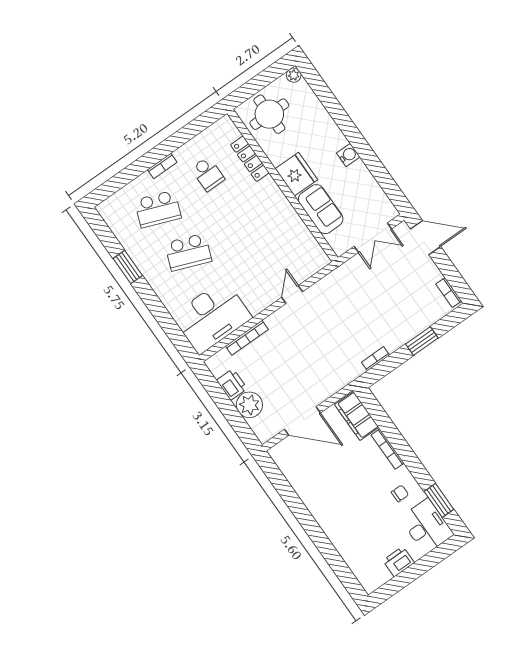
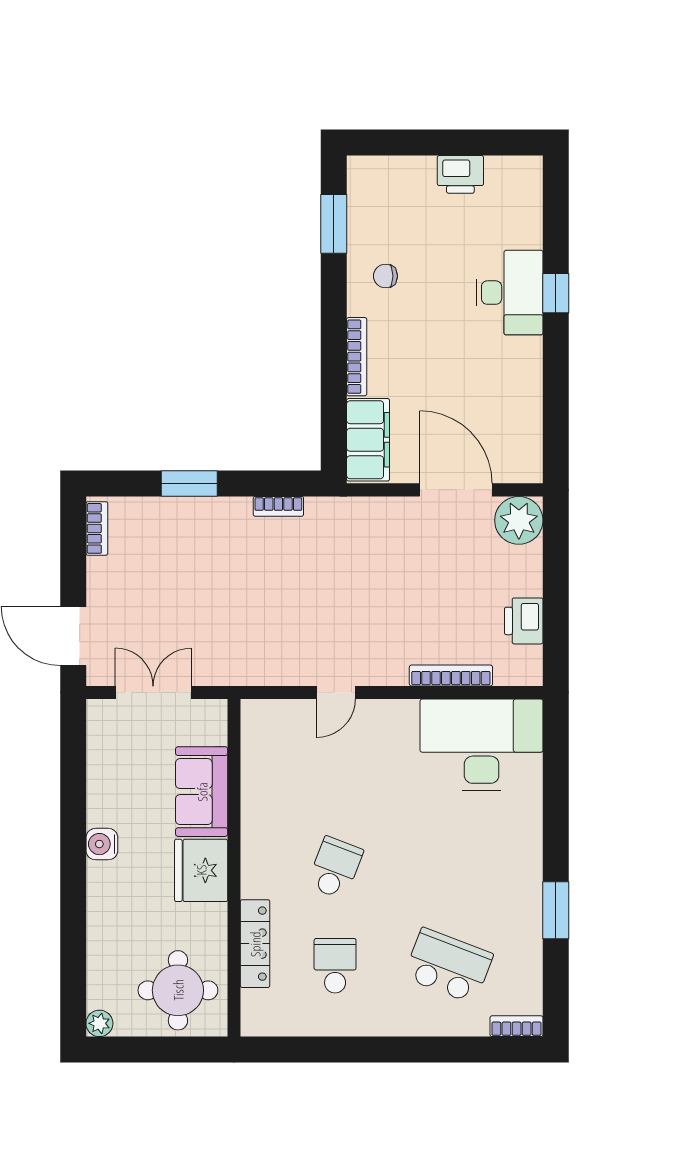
bookcase: (162, 166) -> (517, 1026), moved
school desk: (188, 252) -> (335, 868), moved, width x0.54
plant: (249, 405) -> (519, 520), moved
desk: (427, 526) -> (510, 293), moved, turned 180
window: (320, 539) -> (556, 293), added

